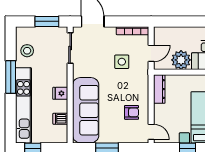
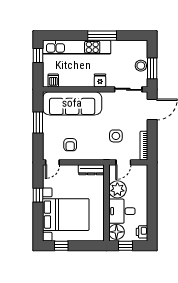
stool: (27, 51) -> (141, 66), moved
door: (151, 53) -> (123, 162), hinge flipped
fridge: (60, 93) -> (100, 80), moved
dishwasher: (60, 119) -> (53, 80), moved

